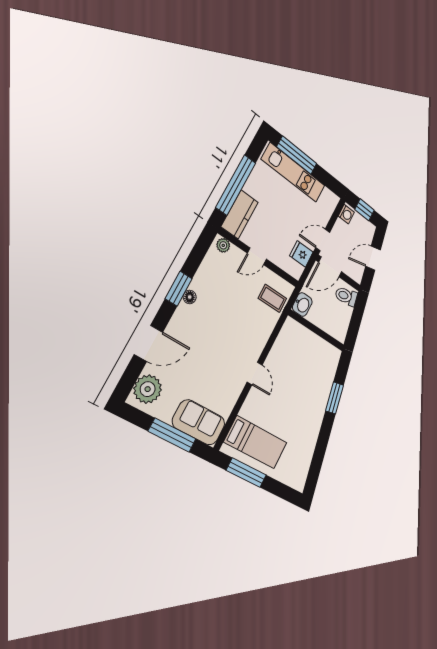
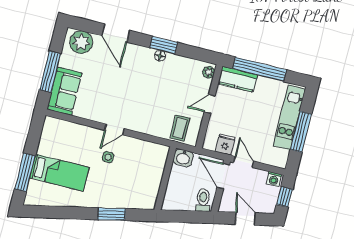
window: (297, 155) -> (301, 132), moved
door: (257, 256) -> (210, 104), hinge flipped
side table: (280, 388) -> (108, 157), added
bed: (256, 442) -> (59, 173), moved, turned -90
window: (246, 473) -> (25, 172), moved

